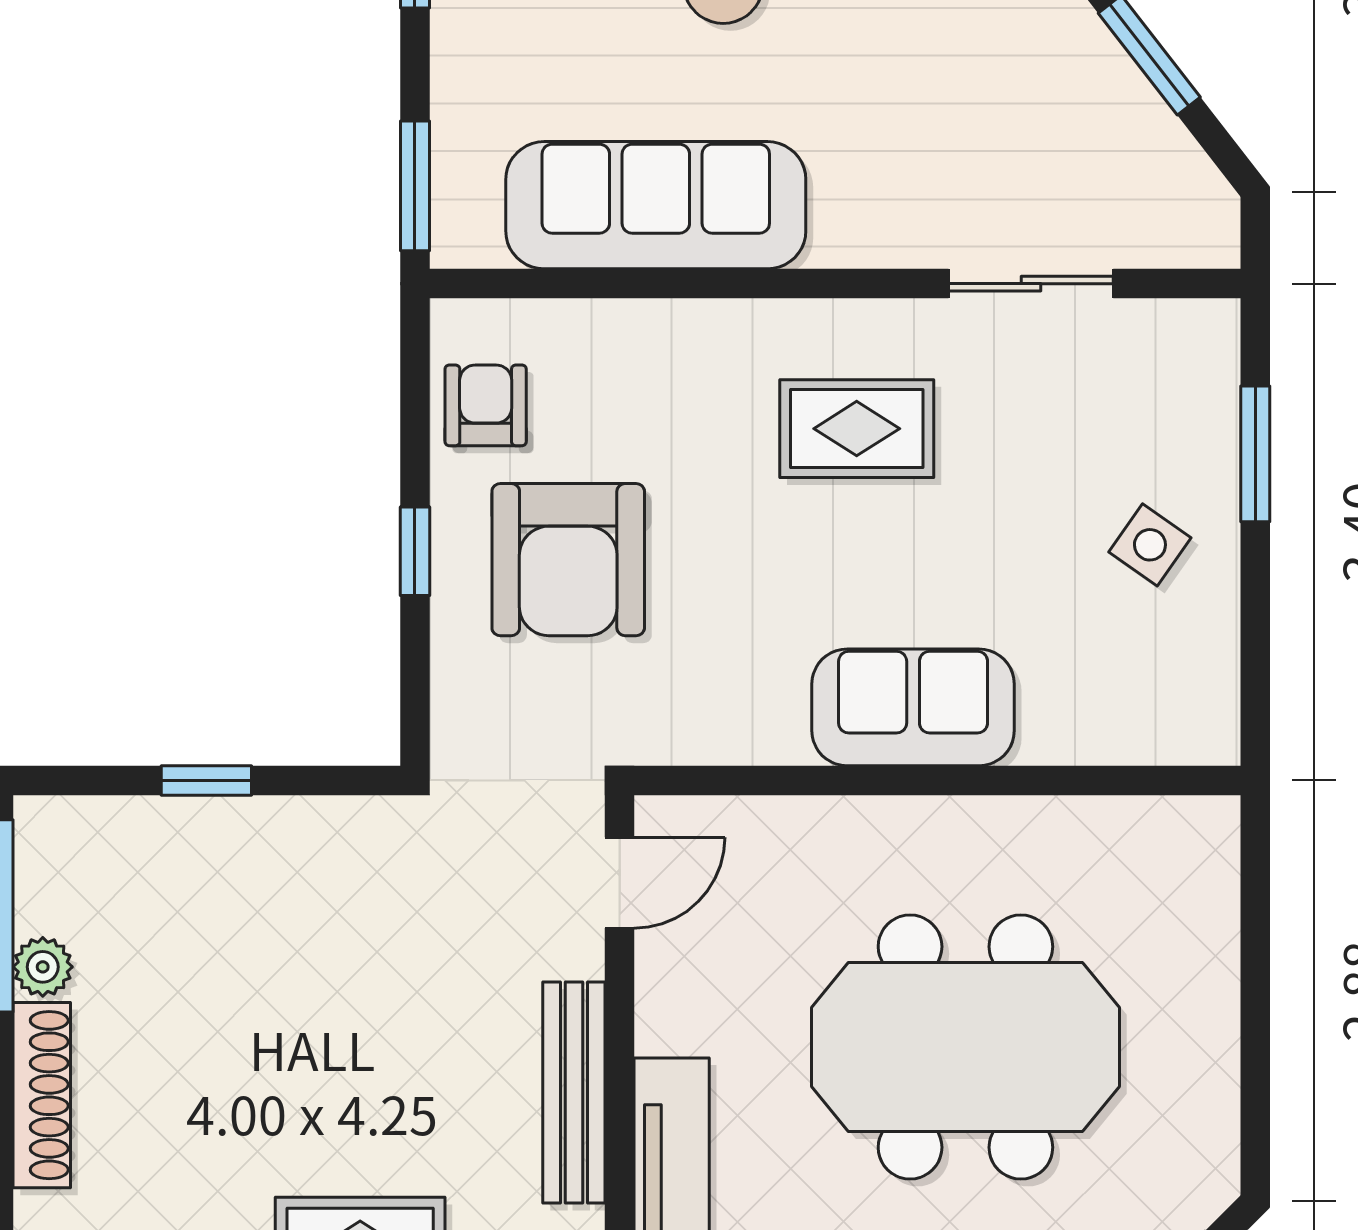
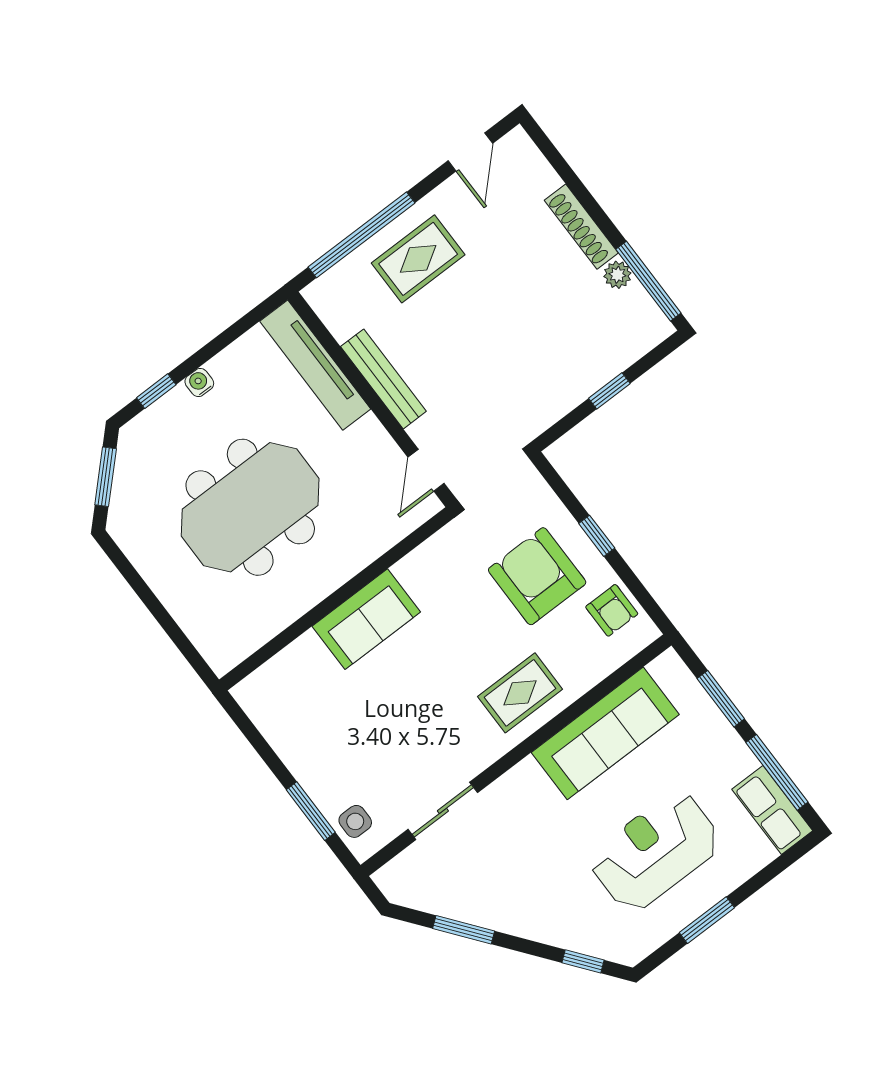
window: (415, 186) -> (721, 699), moved
rug: (857, 429) -> (520, 693), moved
side table: (1150, 545) -> (355, 821), moved, turned -35

